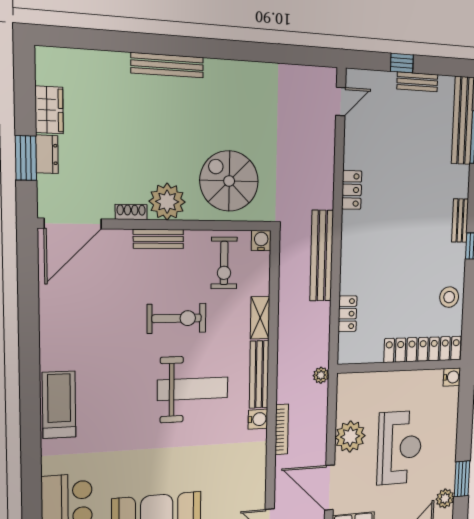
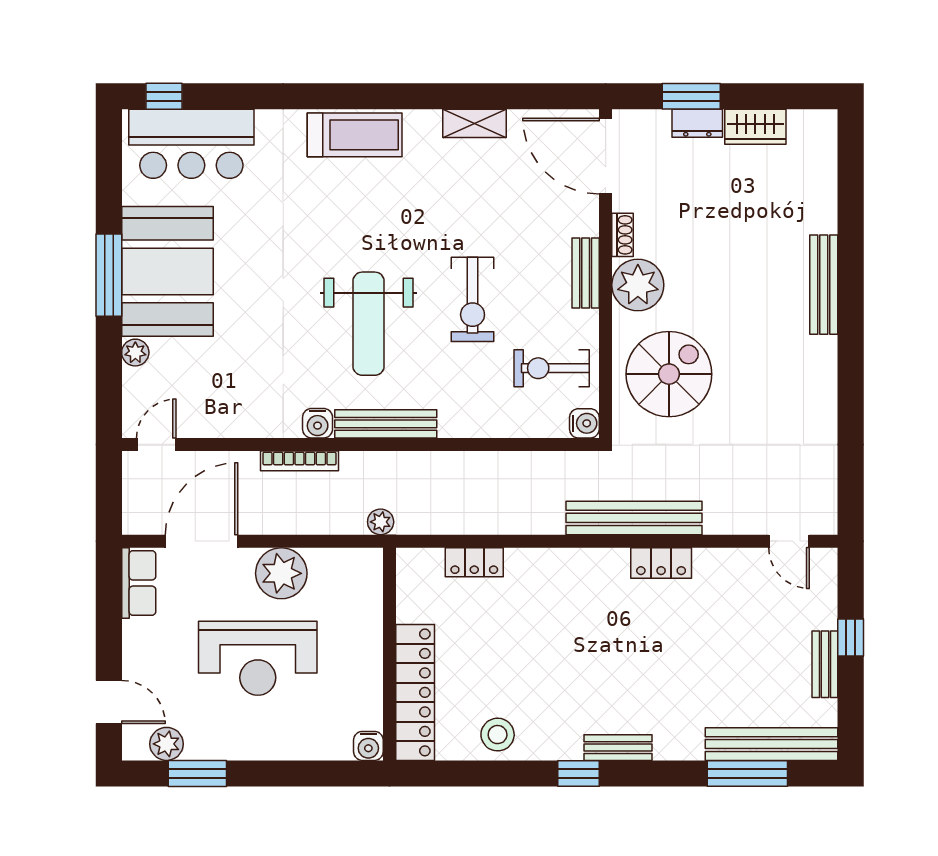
bench: (322, 256) -> (634, 518), moved
shelving: (260, 318) -> (475, 123), moved

